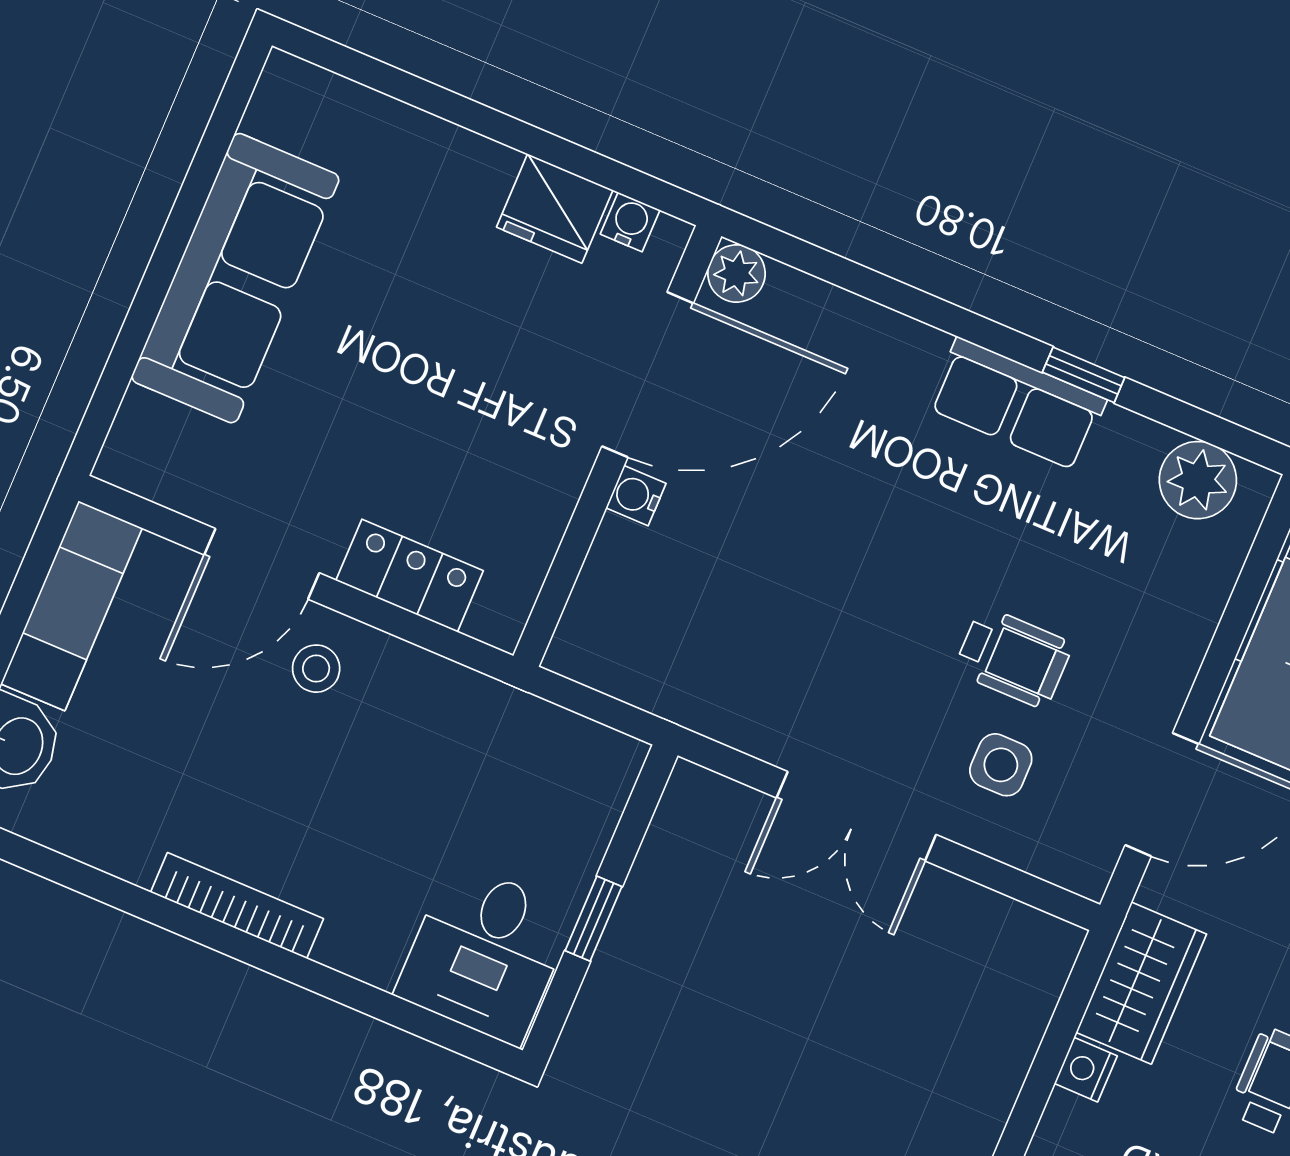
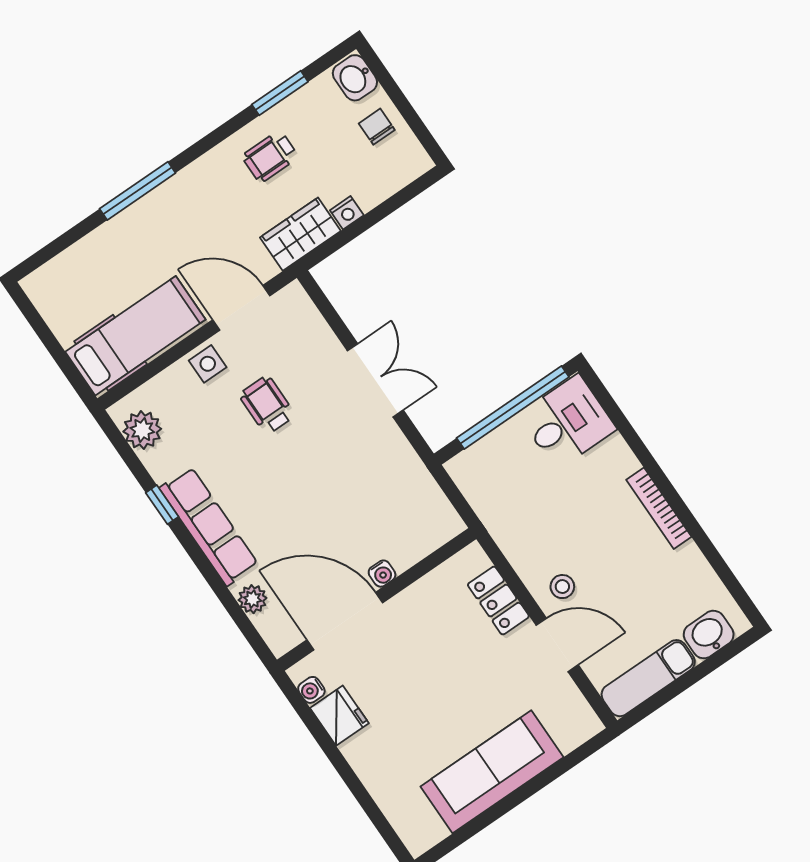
plant: (736, 274) -> (253, 599), moved
row of seats: (1017, 404) -> (209, 526), width x1.48
side table: (1001, 765) -> (208, 364), moved
window: (594, 919) -> (513, 408), width x3.17

